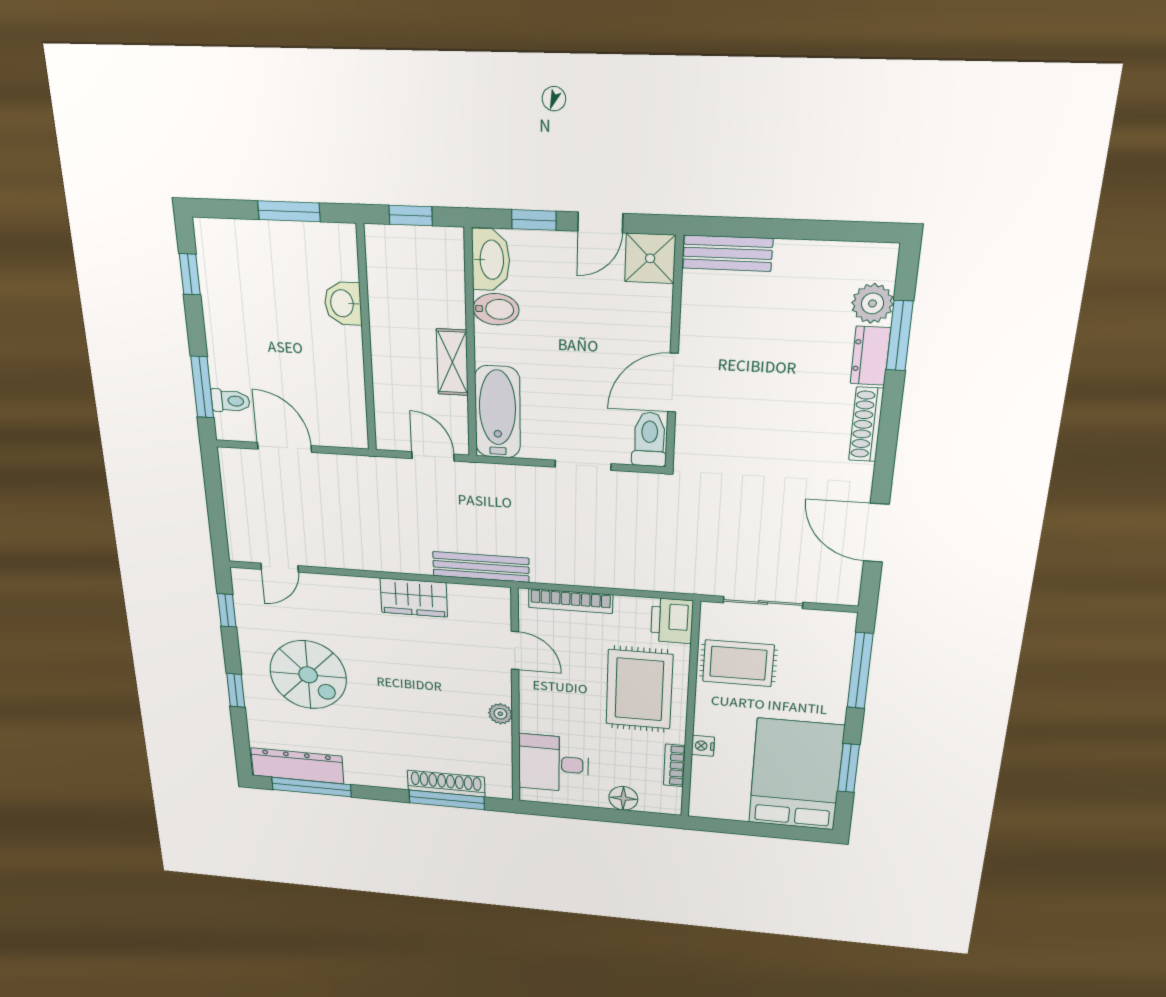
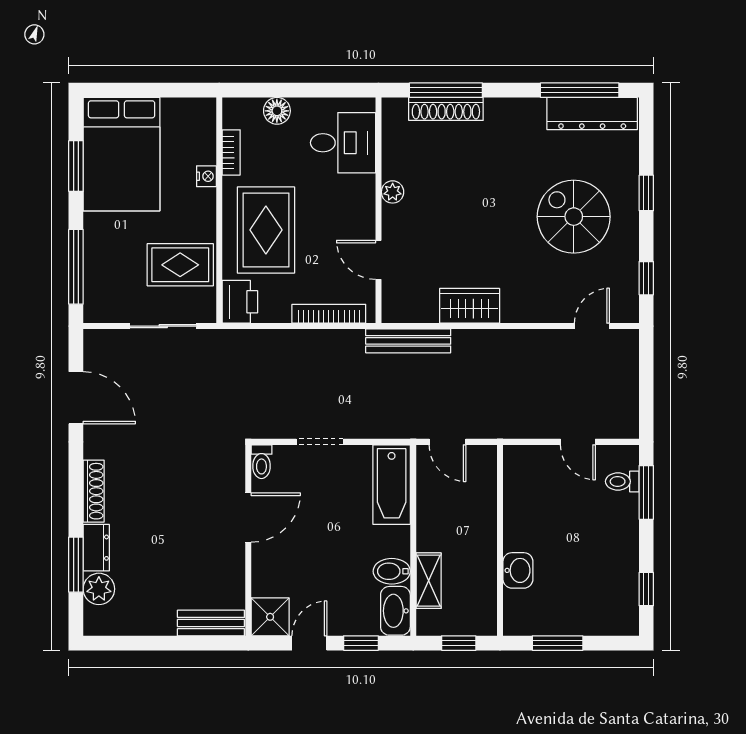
shelving: (452, 362) -> (429, 581), moved
toilet: (649, 439) -> (261, 462), width x0.73, depth x0.72
door: (284, 447) -> (578, 442), width x0.73

